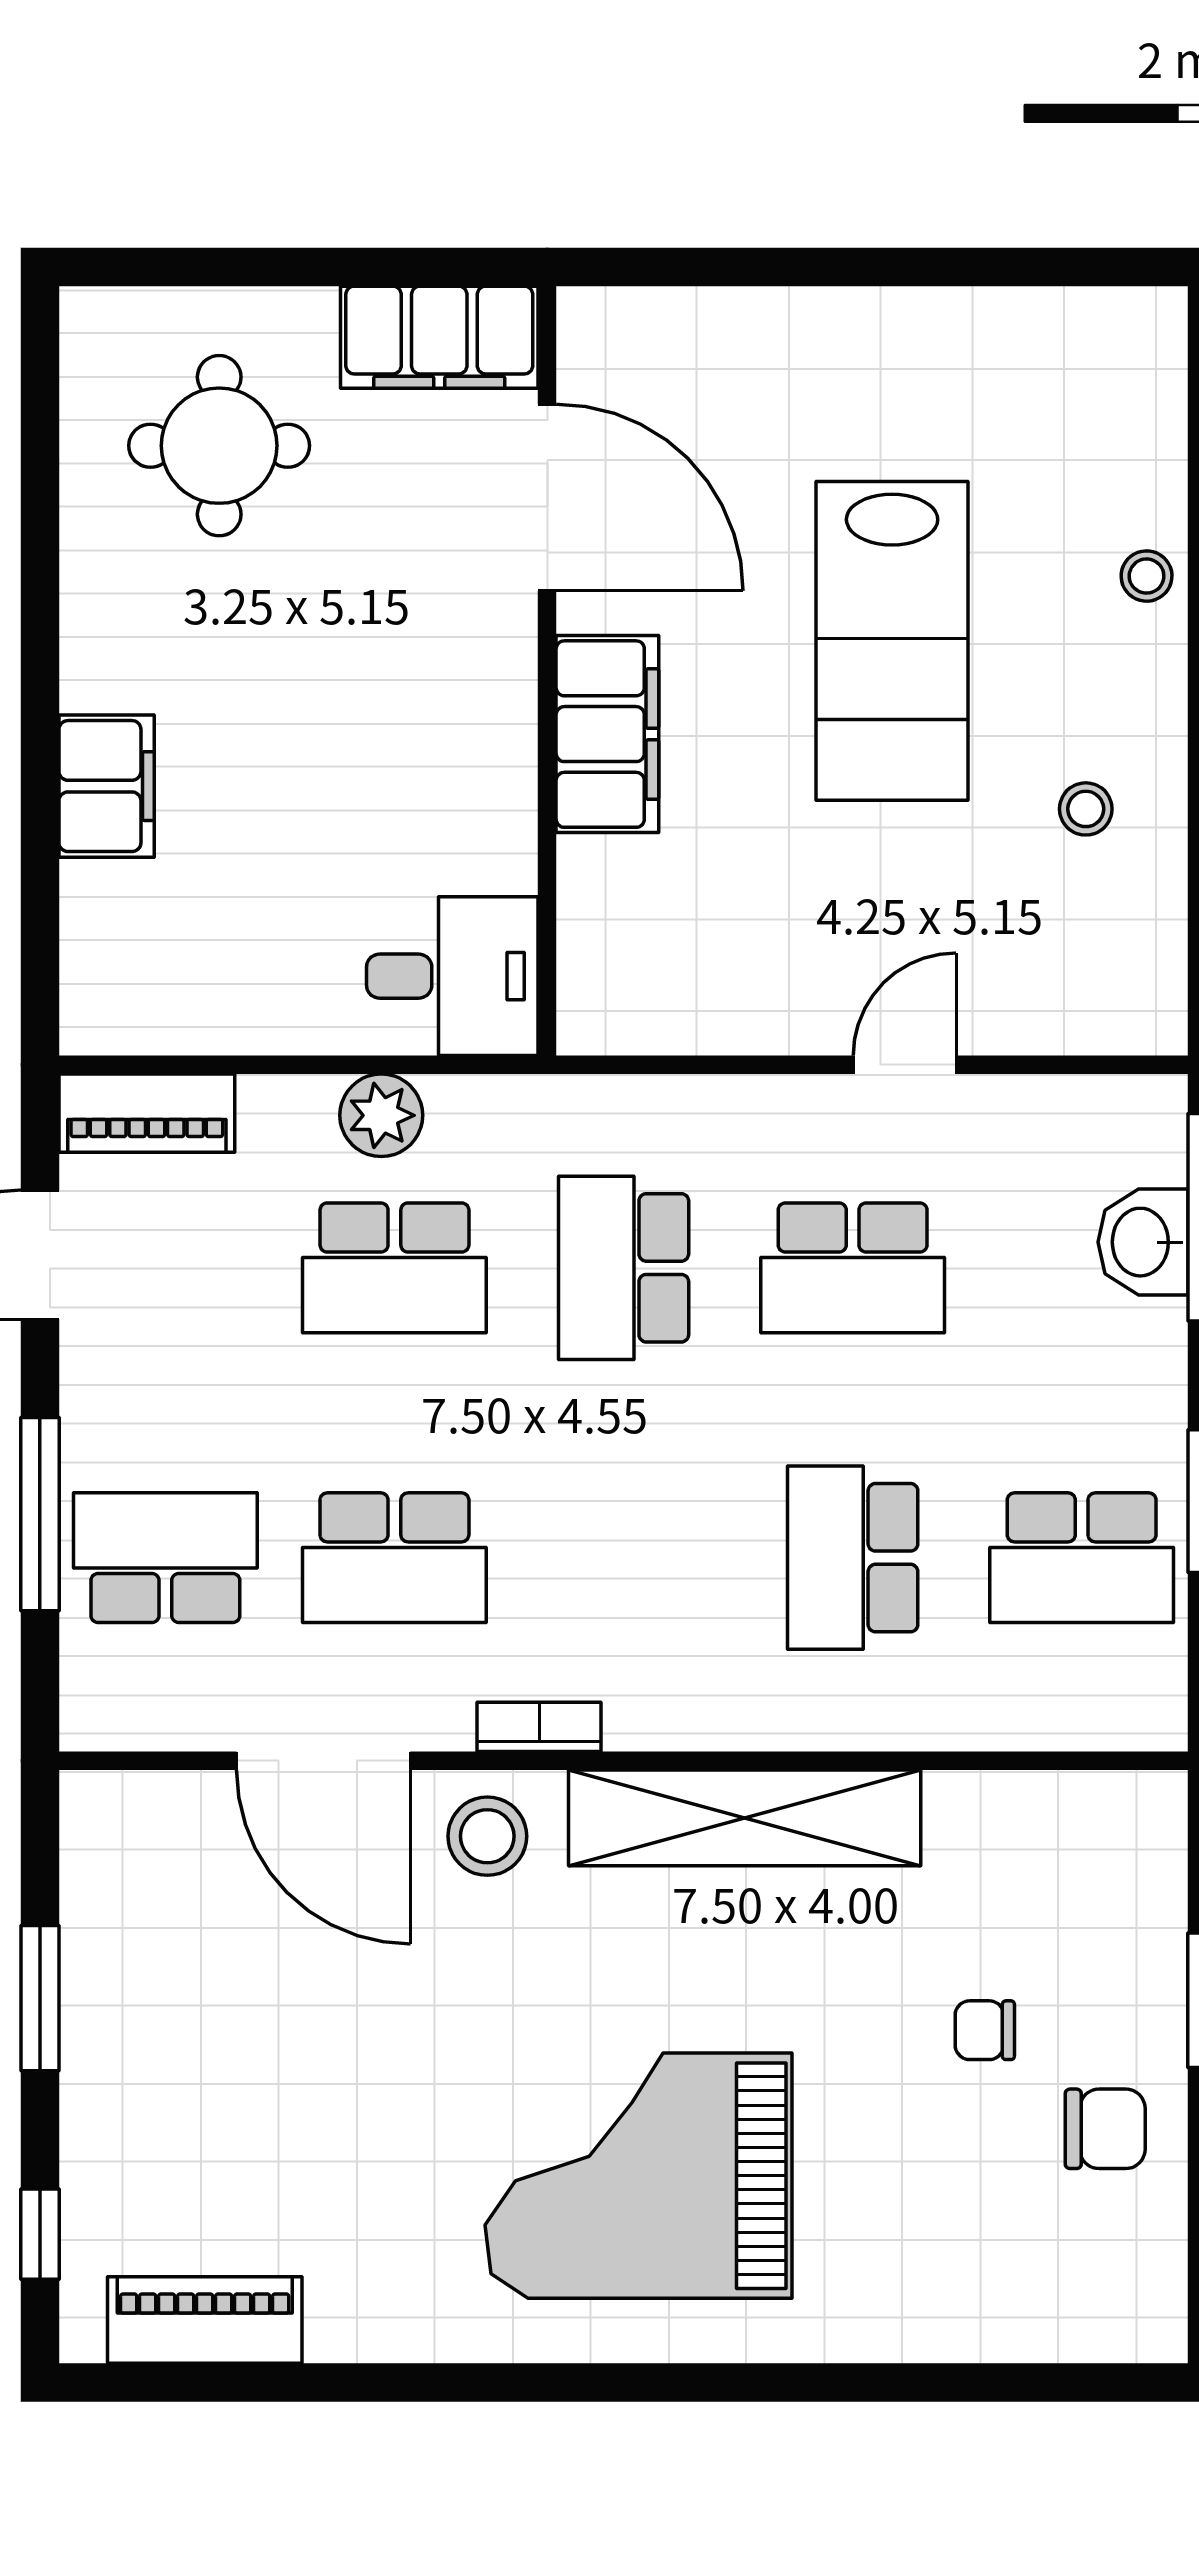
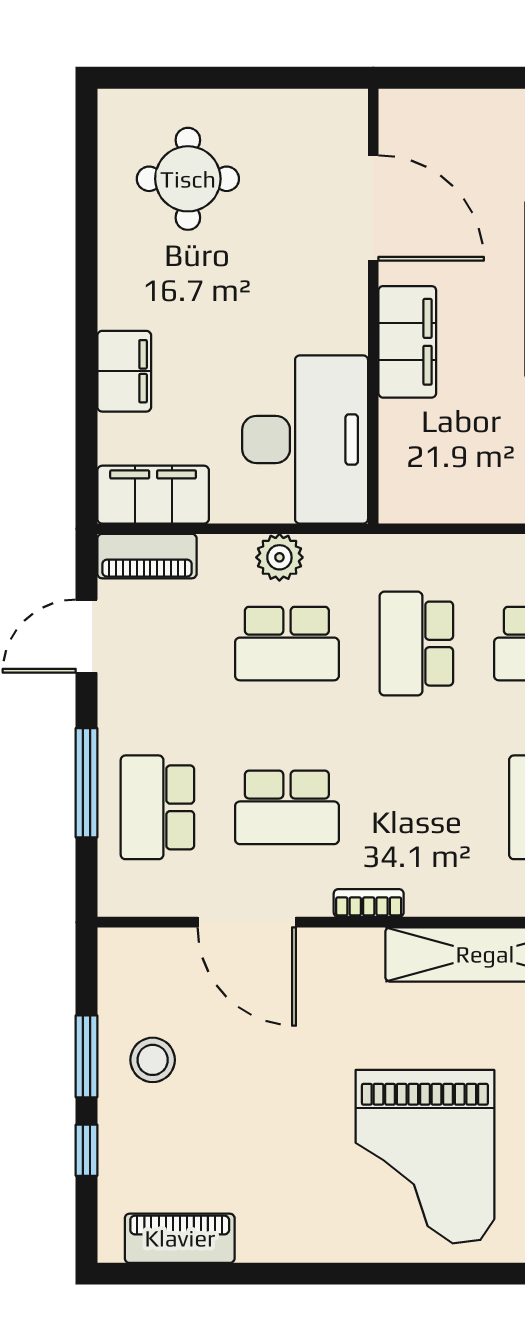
filing cabinet: (439, 337) -> (153, 495), moved, turned 180
desk: (452, 976) -> (305, 439), width x1.87, depth x1.30
school desk: (165, 1558) -> (157, 807), turned -90
stool: (487, 1836) -> (153, 1060), moved
grand piano: (639, 2176) -> (425, 1157), turned -90
window: (40, 2234) -> (87, 1150), moved

